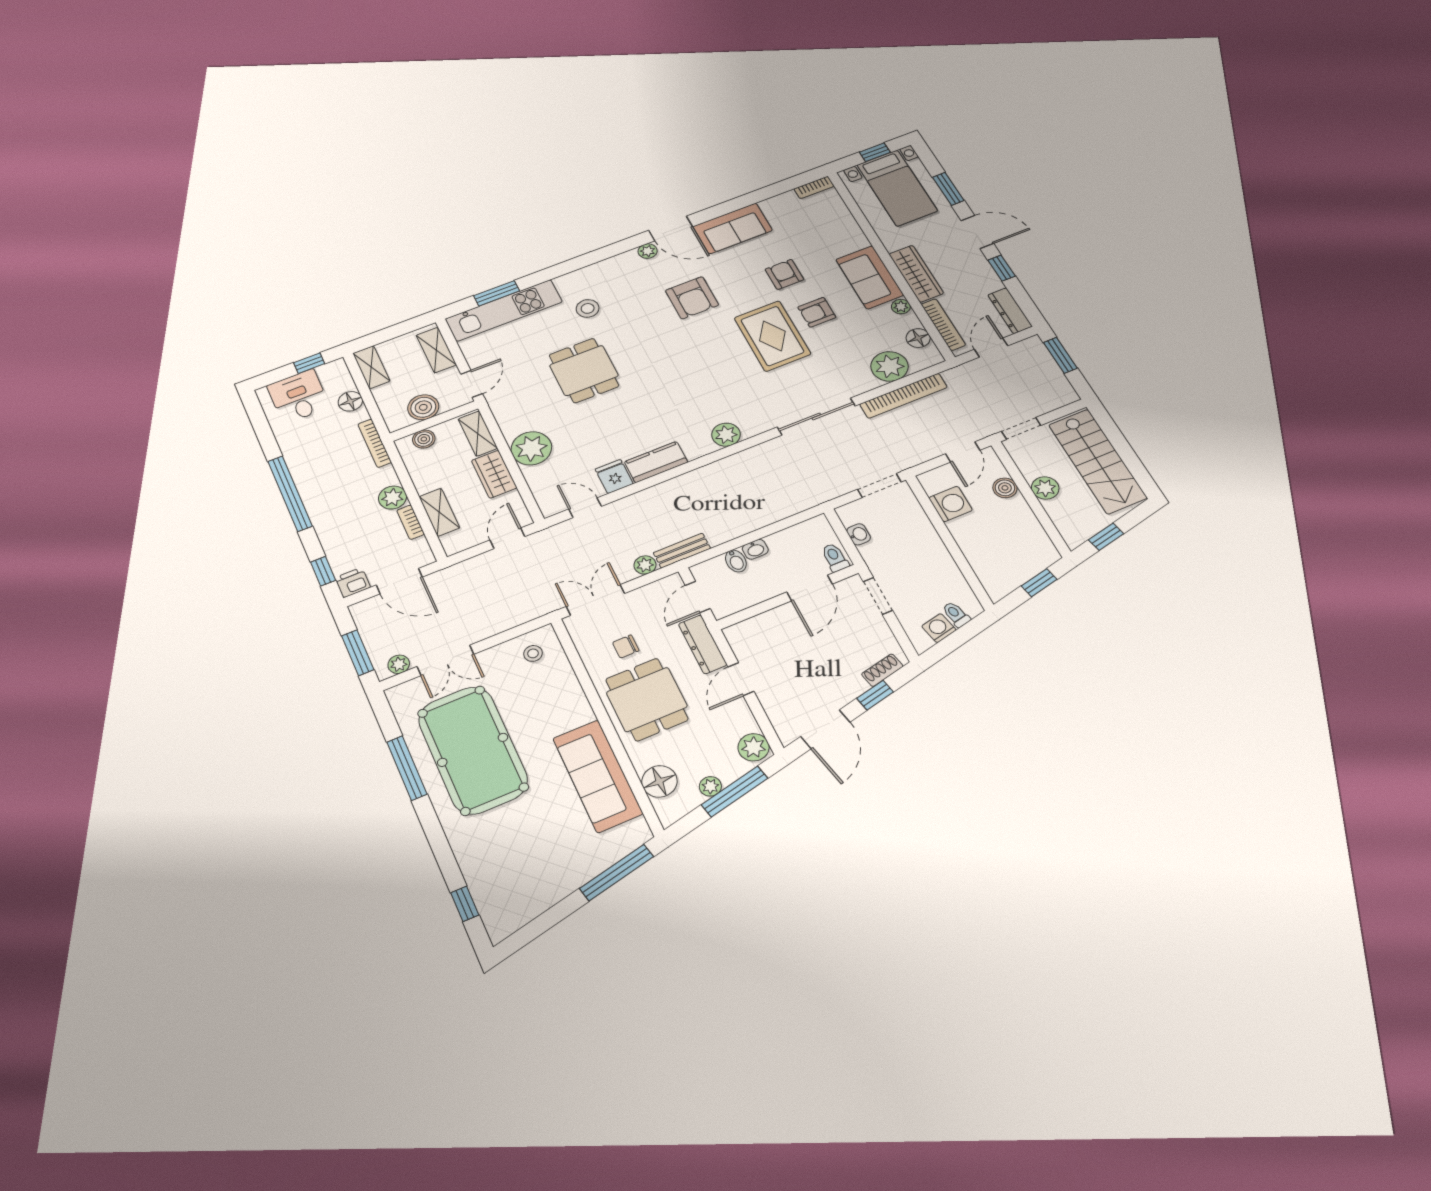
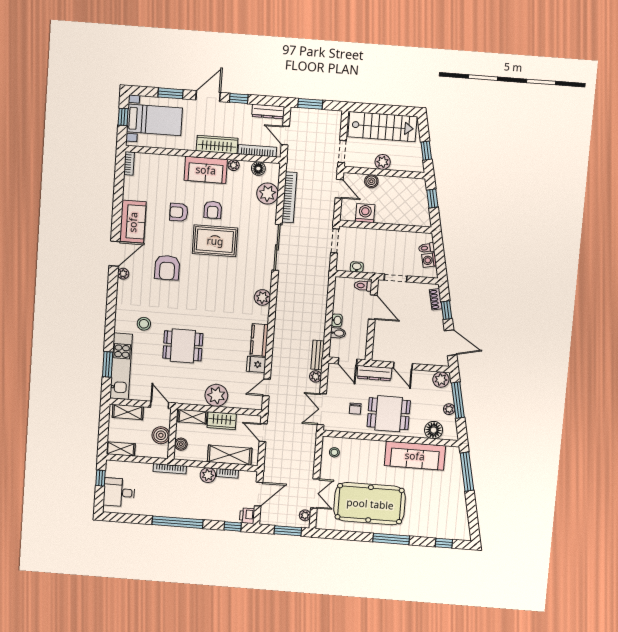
armchair: (692, 298) -> (167, 268), turned 90
floor lamp: (350, 401) -> (137, 469), removed
shelving: (439, 512) -> (230, 455), width x1.50, depth x1.33
window: (407, 768) -> (391, 539), moved

